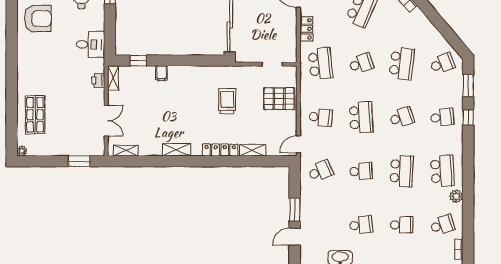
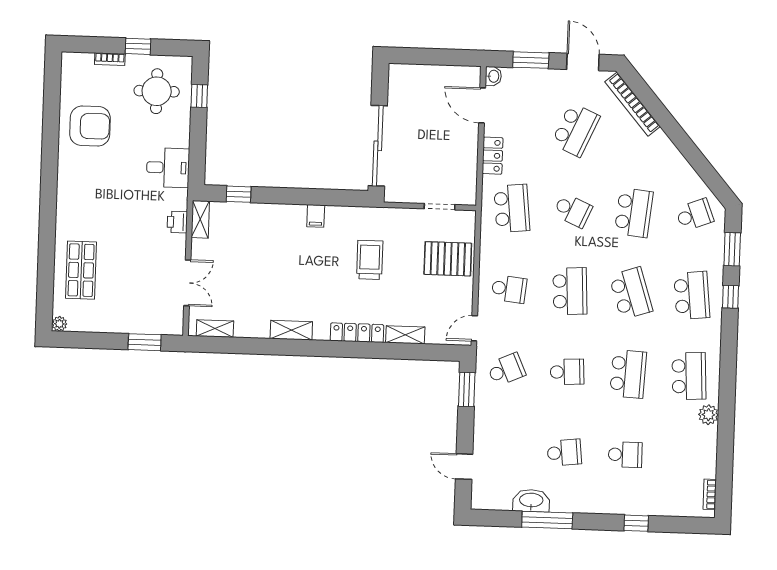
school desk: (361, 64) -> (573, 210), turned 42
filing cabinet: (161, 73) -> (316, 216), moved
school desk: (402, 117) -> (631, 293), width x1.85
school desk: (442, 117) -> (692, 295), width x1.85
window: (295, 210) -> (467, 389), moved
school desk: (442, 225) -> (686, 457), removed
door: (295, 237) -> (464, 467), hinge flipped

